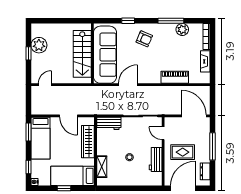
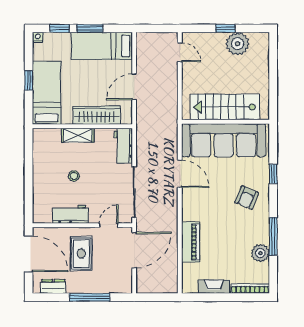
door: (194, 116) -> (134, 250), moved
window: (28, 132) -> (90, 28), moved
shelving: (102, 167) -> (78, 135), moved

